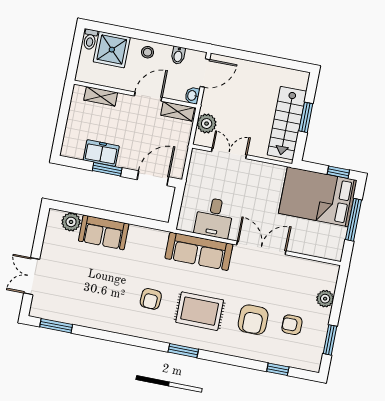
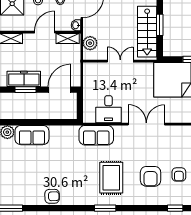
freezer: (101, 153) -> (24, 79), width x1.40
double door: (229, 153) -> (120, 61), moved
sofa: (199, 251) -> (96, 135), width x0.73
armchair: (151, 299) -> (52, 196), moved, turned -94
rug: (200, 311) -> (111, 178), turned 90
armchair: (292, 325) -> (179, 174), turned -90

